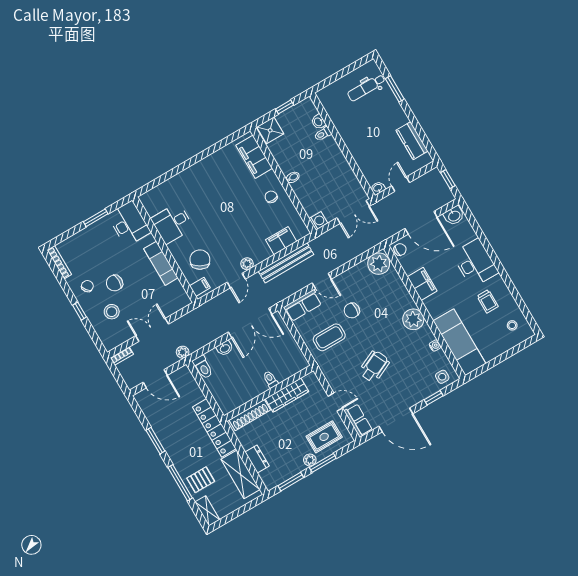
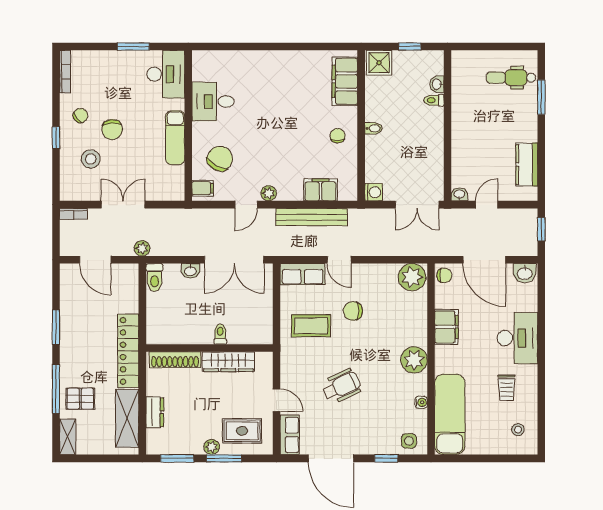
chair: (114, 283) -> (112, 130), turned -94

